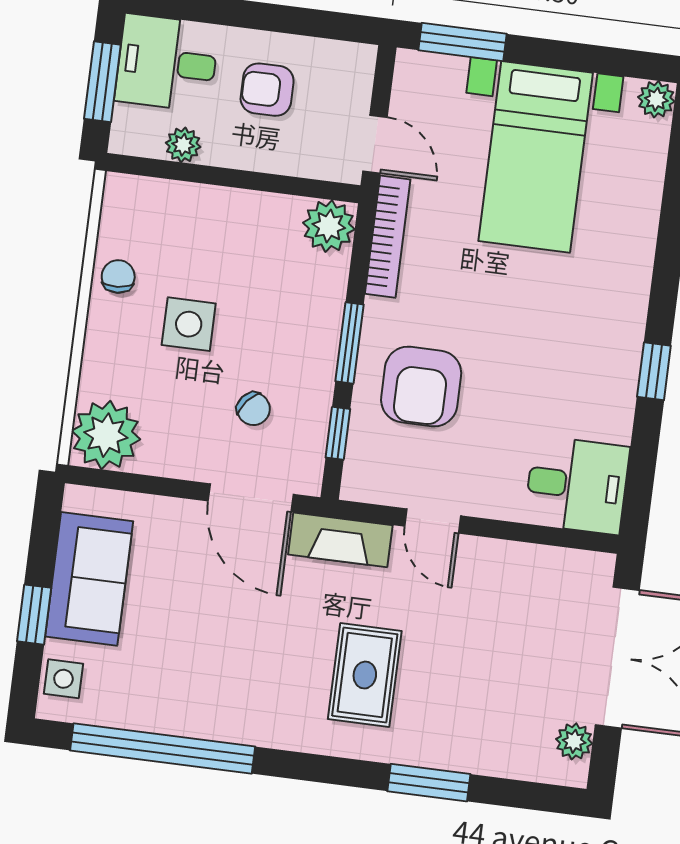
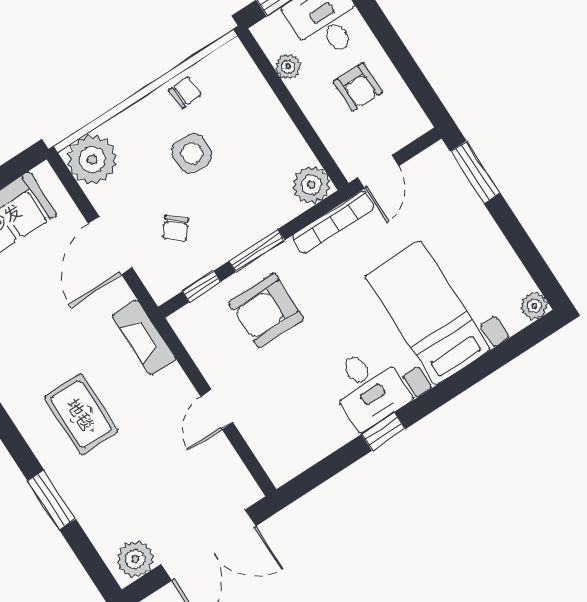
armchair: (267, 90) -> (358, 87), turned 180
bed with nightstands: (536, 157) -> (428, 313), moved, turned 90
desk: (577, 485) -> (368, 388), moved
door: (251, 498) -> (110, 245), moved
door: (433, 521) -> (217, 409), moved
rug: (365, 675) -> (81, 414), turned 90
plant: (574, 741) -> (135, 559), width x1.38, depth x1.38

